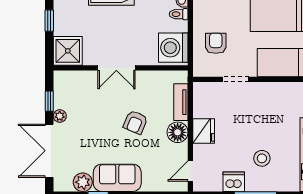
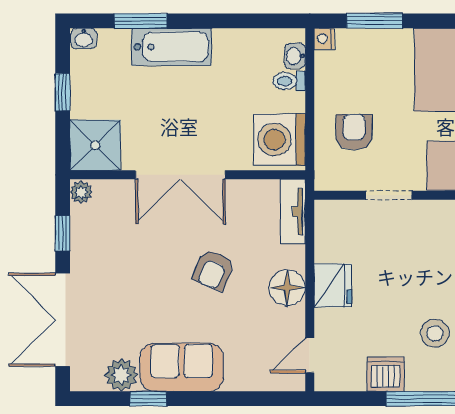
double door: (116, 68) -> (180, 175), width x1.37
tv unit: (181, 102) -> (293, 212), moved
plant: (60, 116) -> (81, 192), moved

